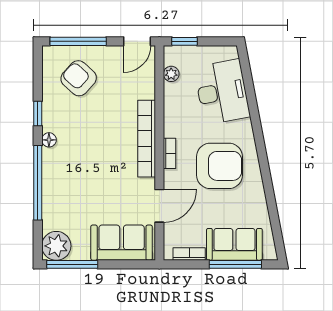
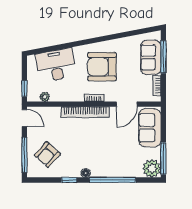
armchair: (220, 166) -> (102, 67), turned -90
door: (159, 206) -> (127, 104), swing flipped

